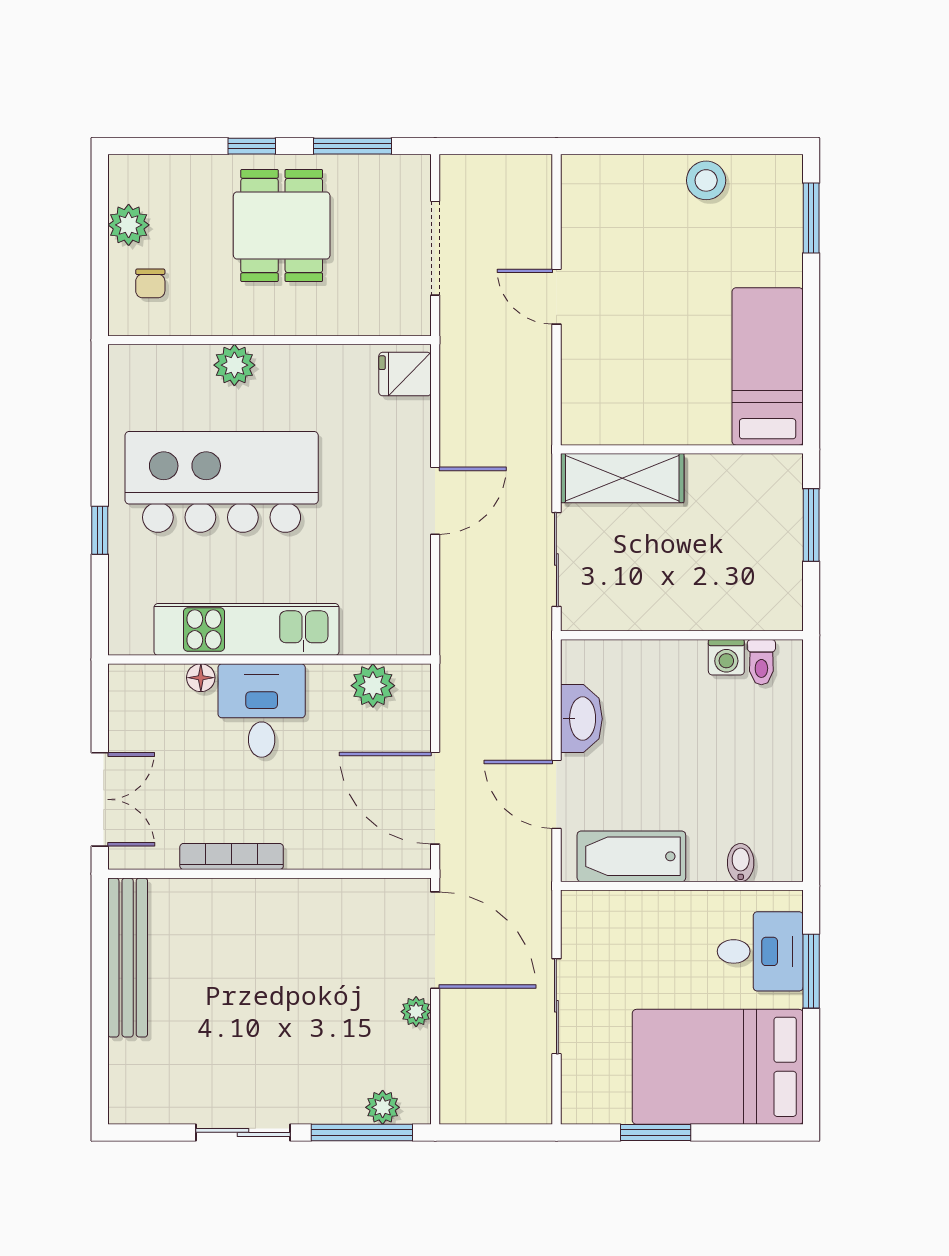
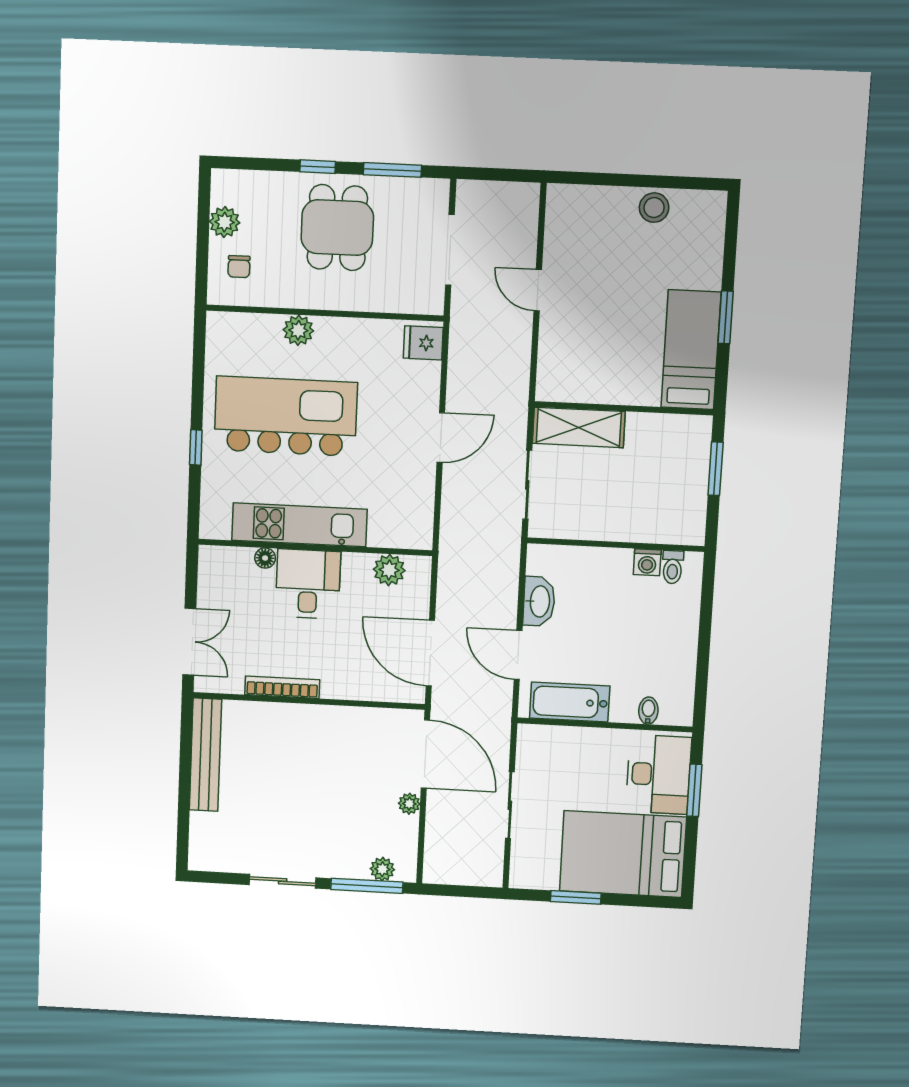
window: (811, 218) -> (726, 317), moved
desk: (760, 951) -> (658, 774), width x1.37

